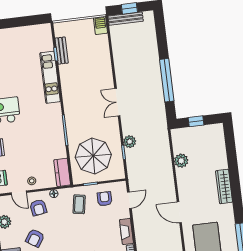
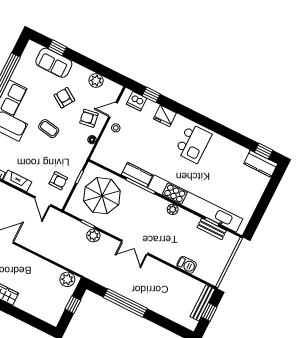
barbecue: (101, 25) -> (187, 265), moved
kitchen unit: (50, 77) -> (195, 204), width x1.86
plant: (67, 92) -> (173, 209), added
double door: (117, 102) -> (135, 247), swing flipped
plant: (181, 161) -> (67, 279), moved
kitchen counter: (62, 172) -> (137, 175), moved
coffee table: (79, 204) -> (49, 129), moved

